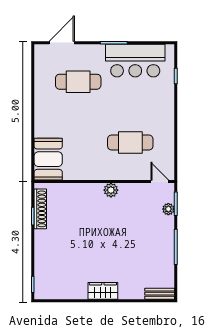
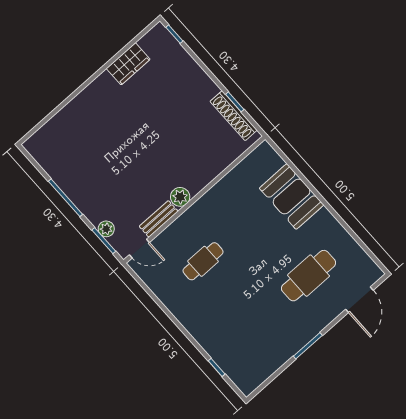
bar counter: (135, 61) -> (271, 347), removed
cafe table: (130, 143) -> (203, 261), width x0.73, depth x0.74
booth: (48, 159) -> (292, 197), moved
wardrobe: (103, 291) -> (128, 64), moved
bench: (160, 294) -> (159, 219), moved

